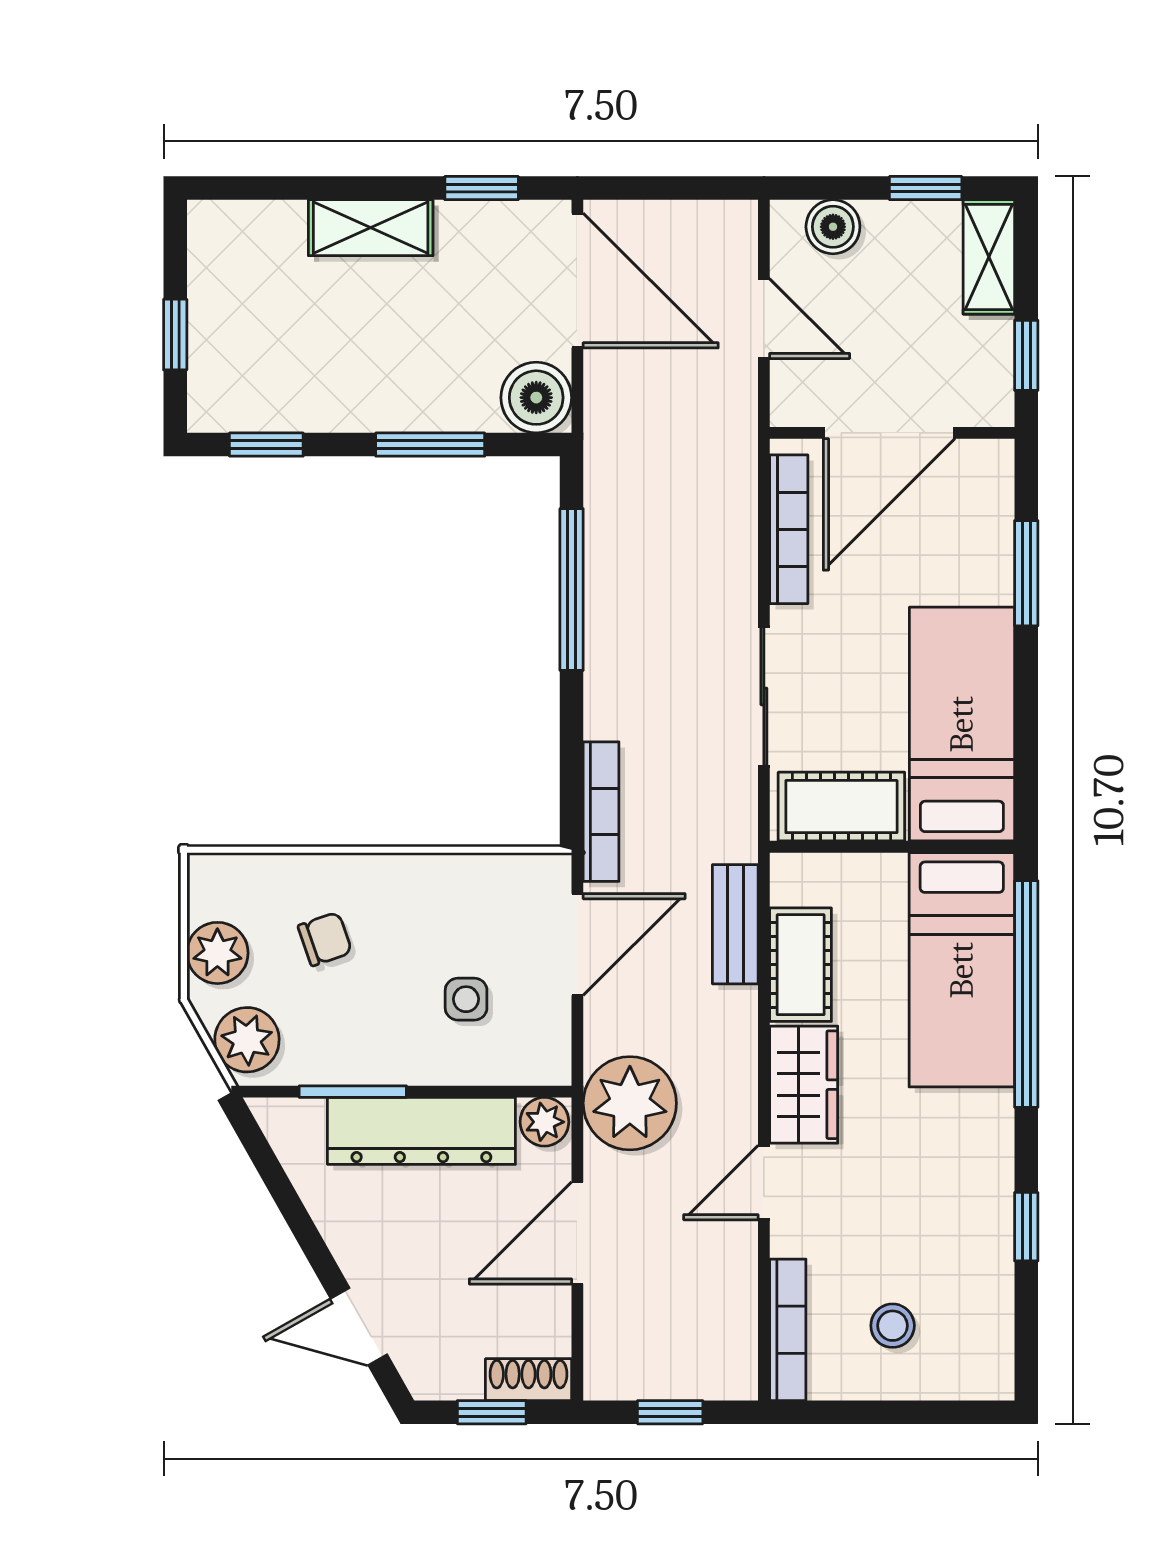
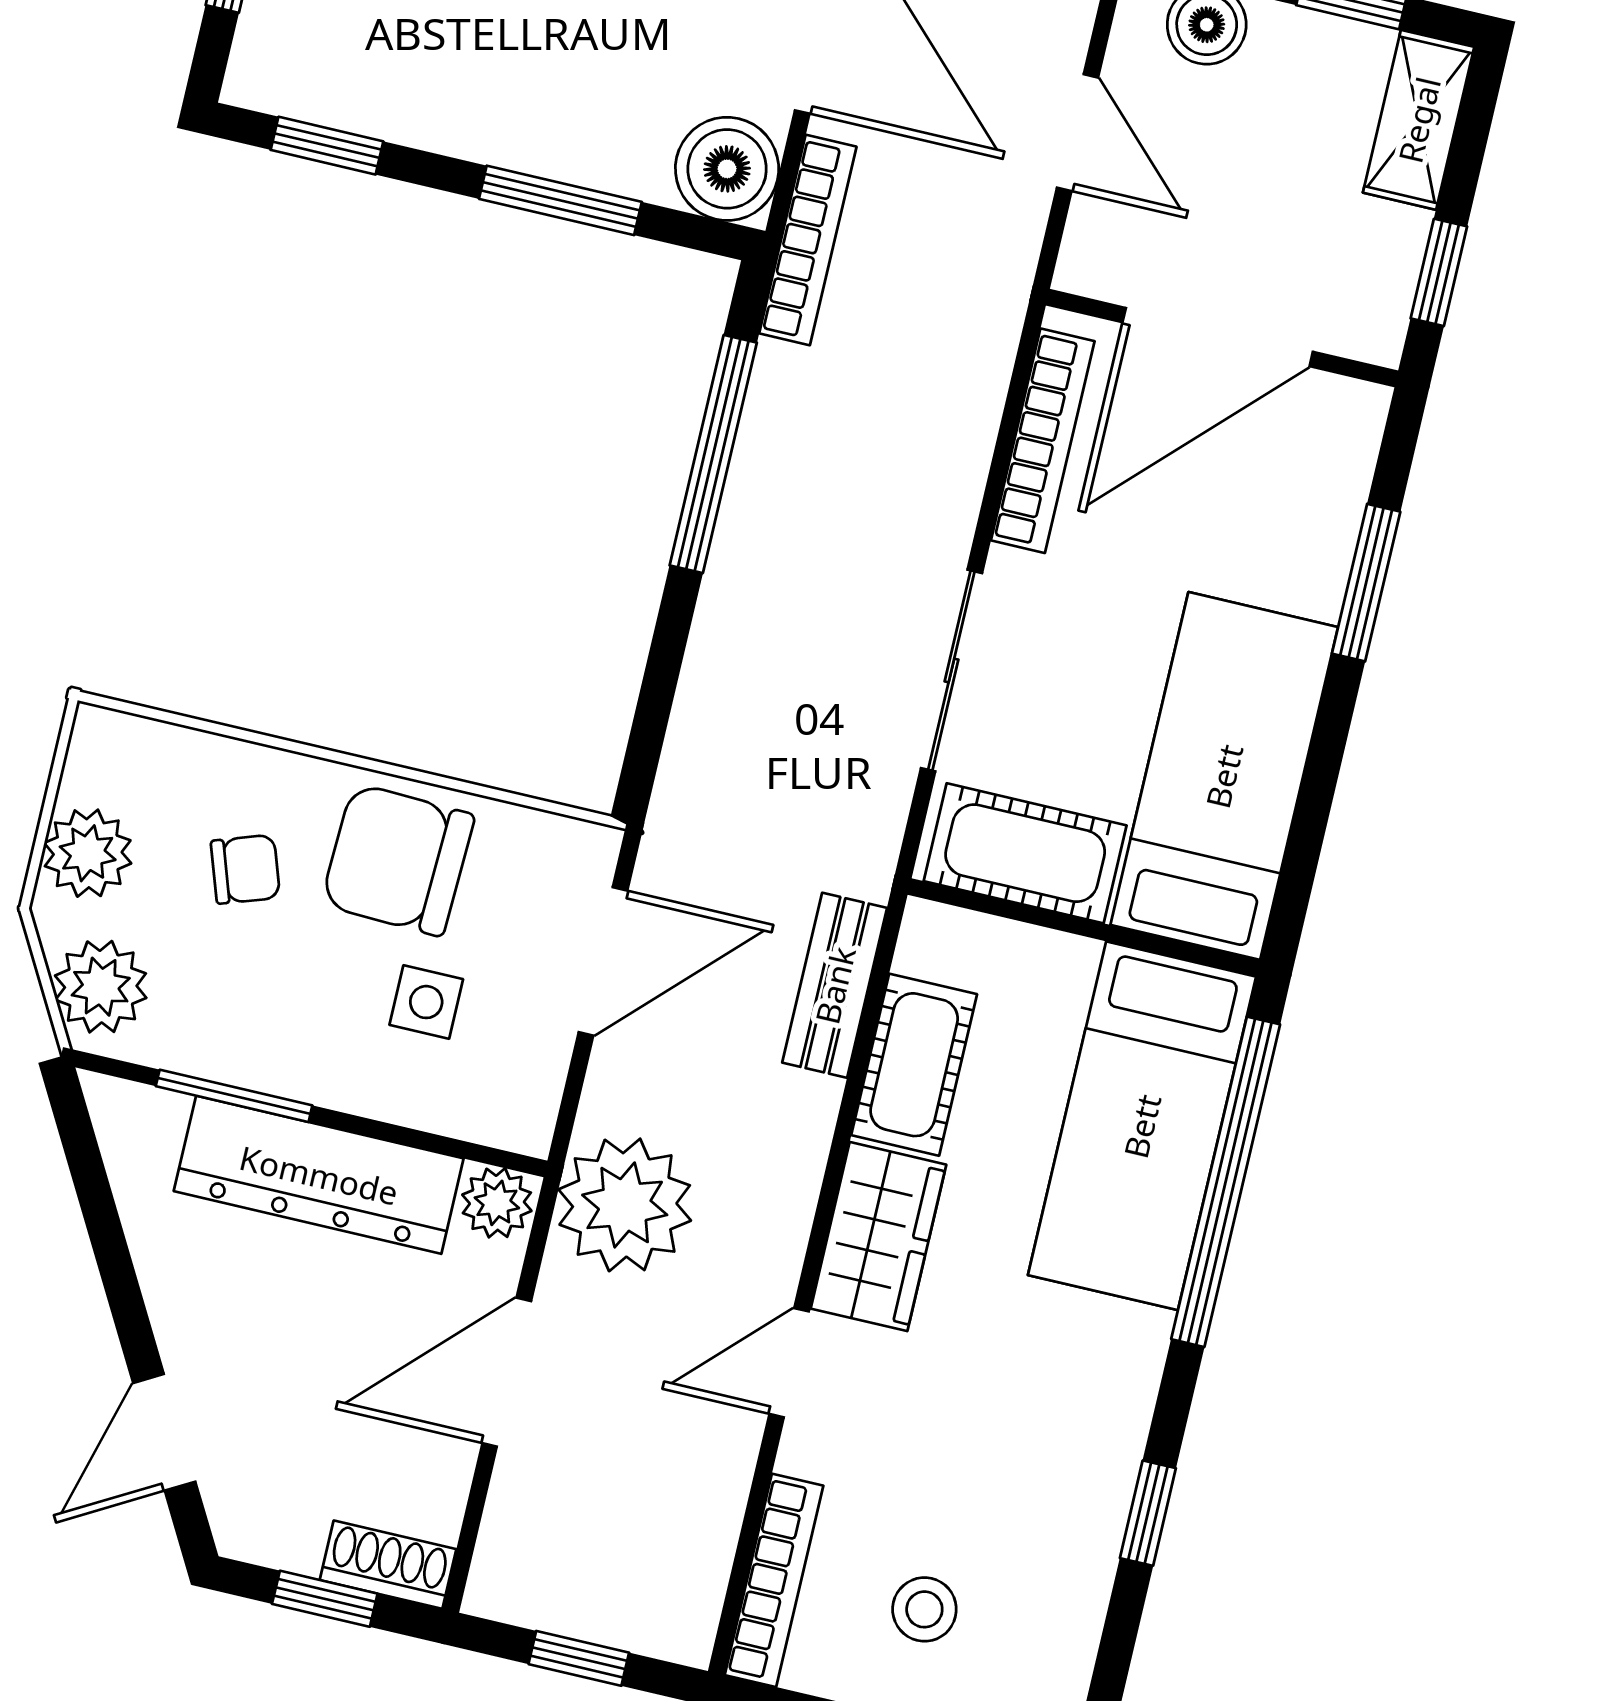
bookcase: (601, 812) -> (808, 240), moved
chair: (425, 909) -> (398, 860), added
door: (359, 1326) -> (164, 1432), hinge flipped

